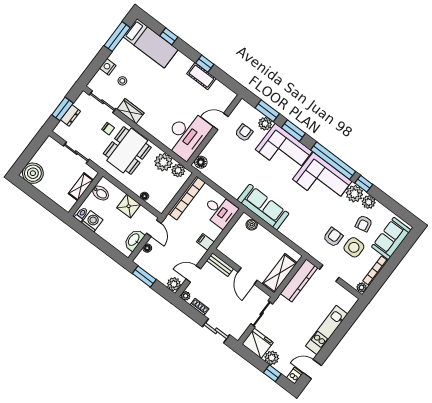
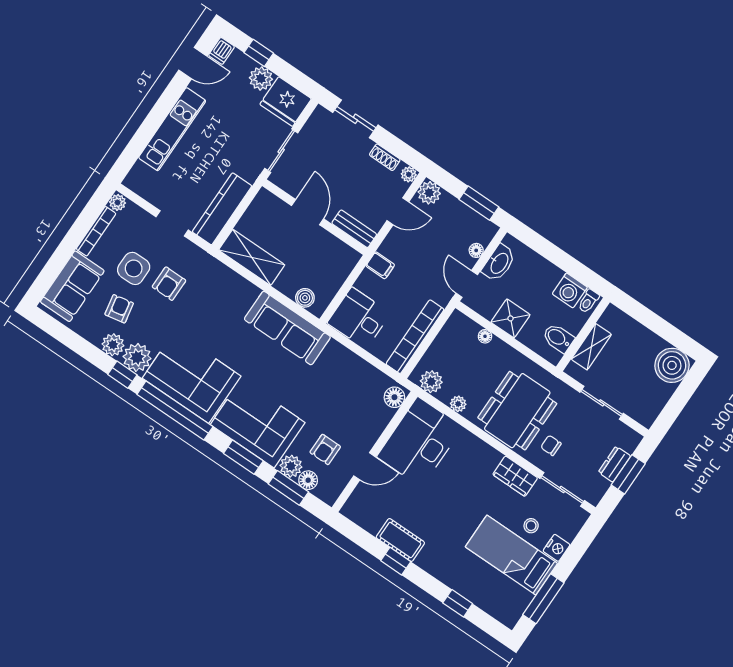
bed: (151, 43) -> (511, 555), moved
floor lamp: (255, 115) -> (308, 480), added
plant: (163, 162) -> (458, 404), width x0.53, depth x0.53
shelving: (280, 273) -> (252, 257), moved, turned 90

